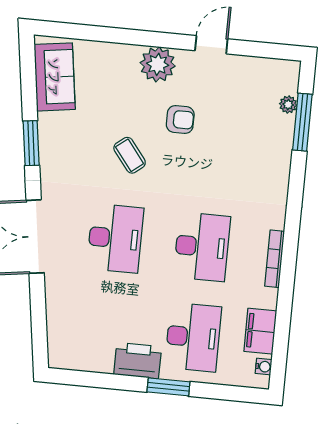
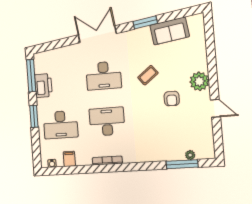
sofa: (55, 77) -> (170, 31), moved
desk: (202, 247) -> (107, 122), turned 180
filing cabinet: (260, 331) -> (69, 159), width x0.50
printer: (138, 361) -> (43, 86), moved
window: (89, 379) -> (31, 76), added

